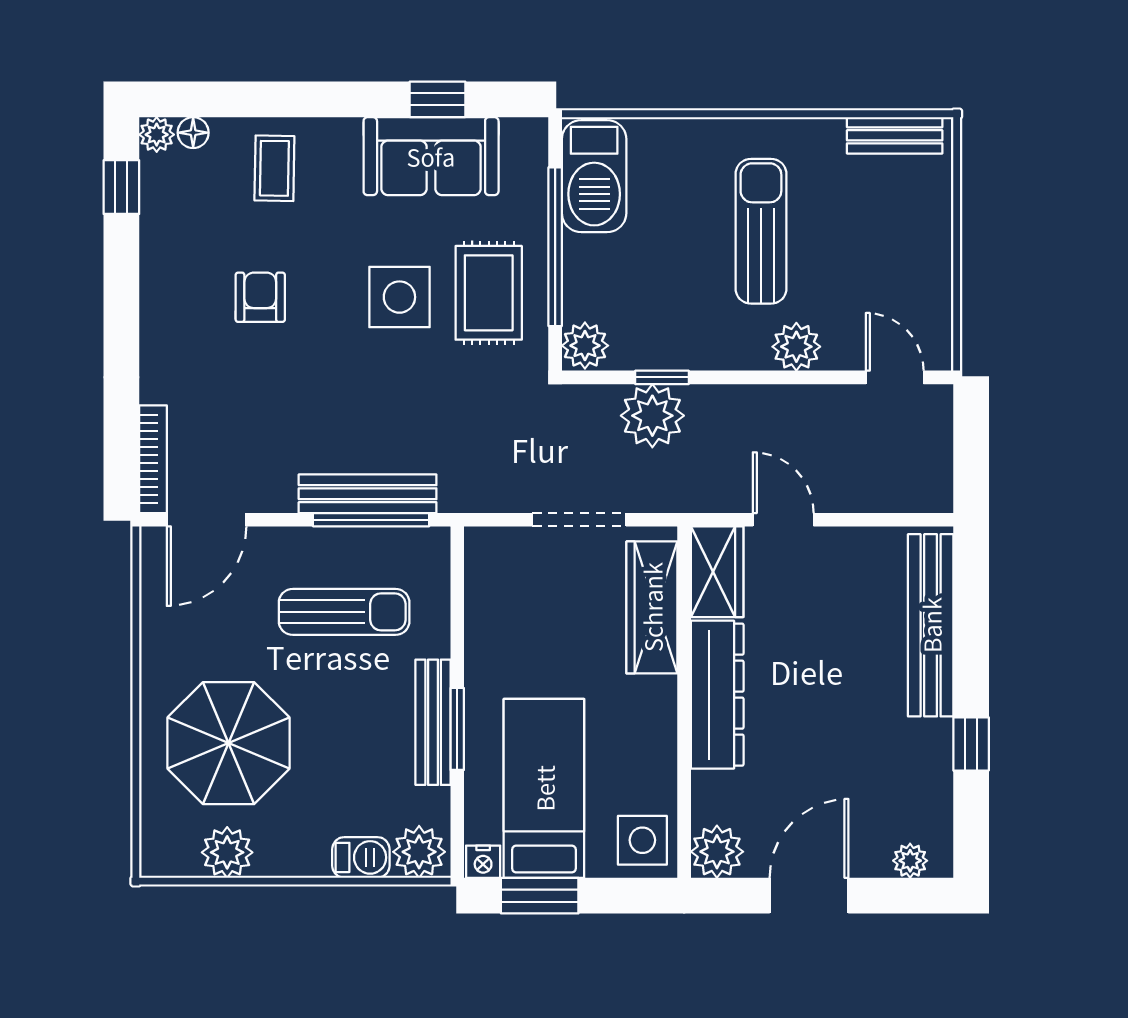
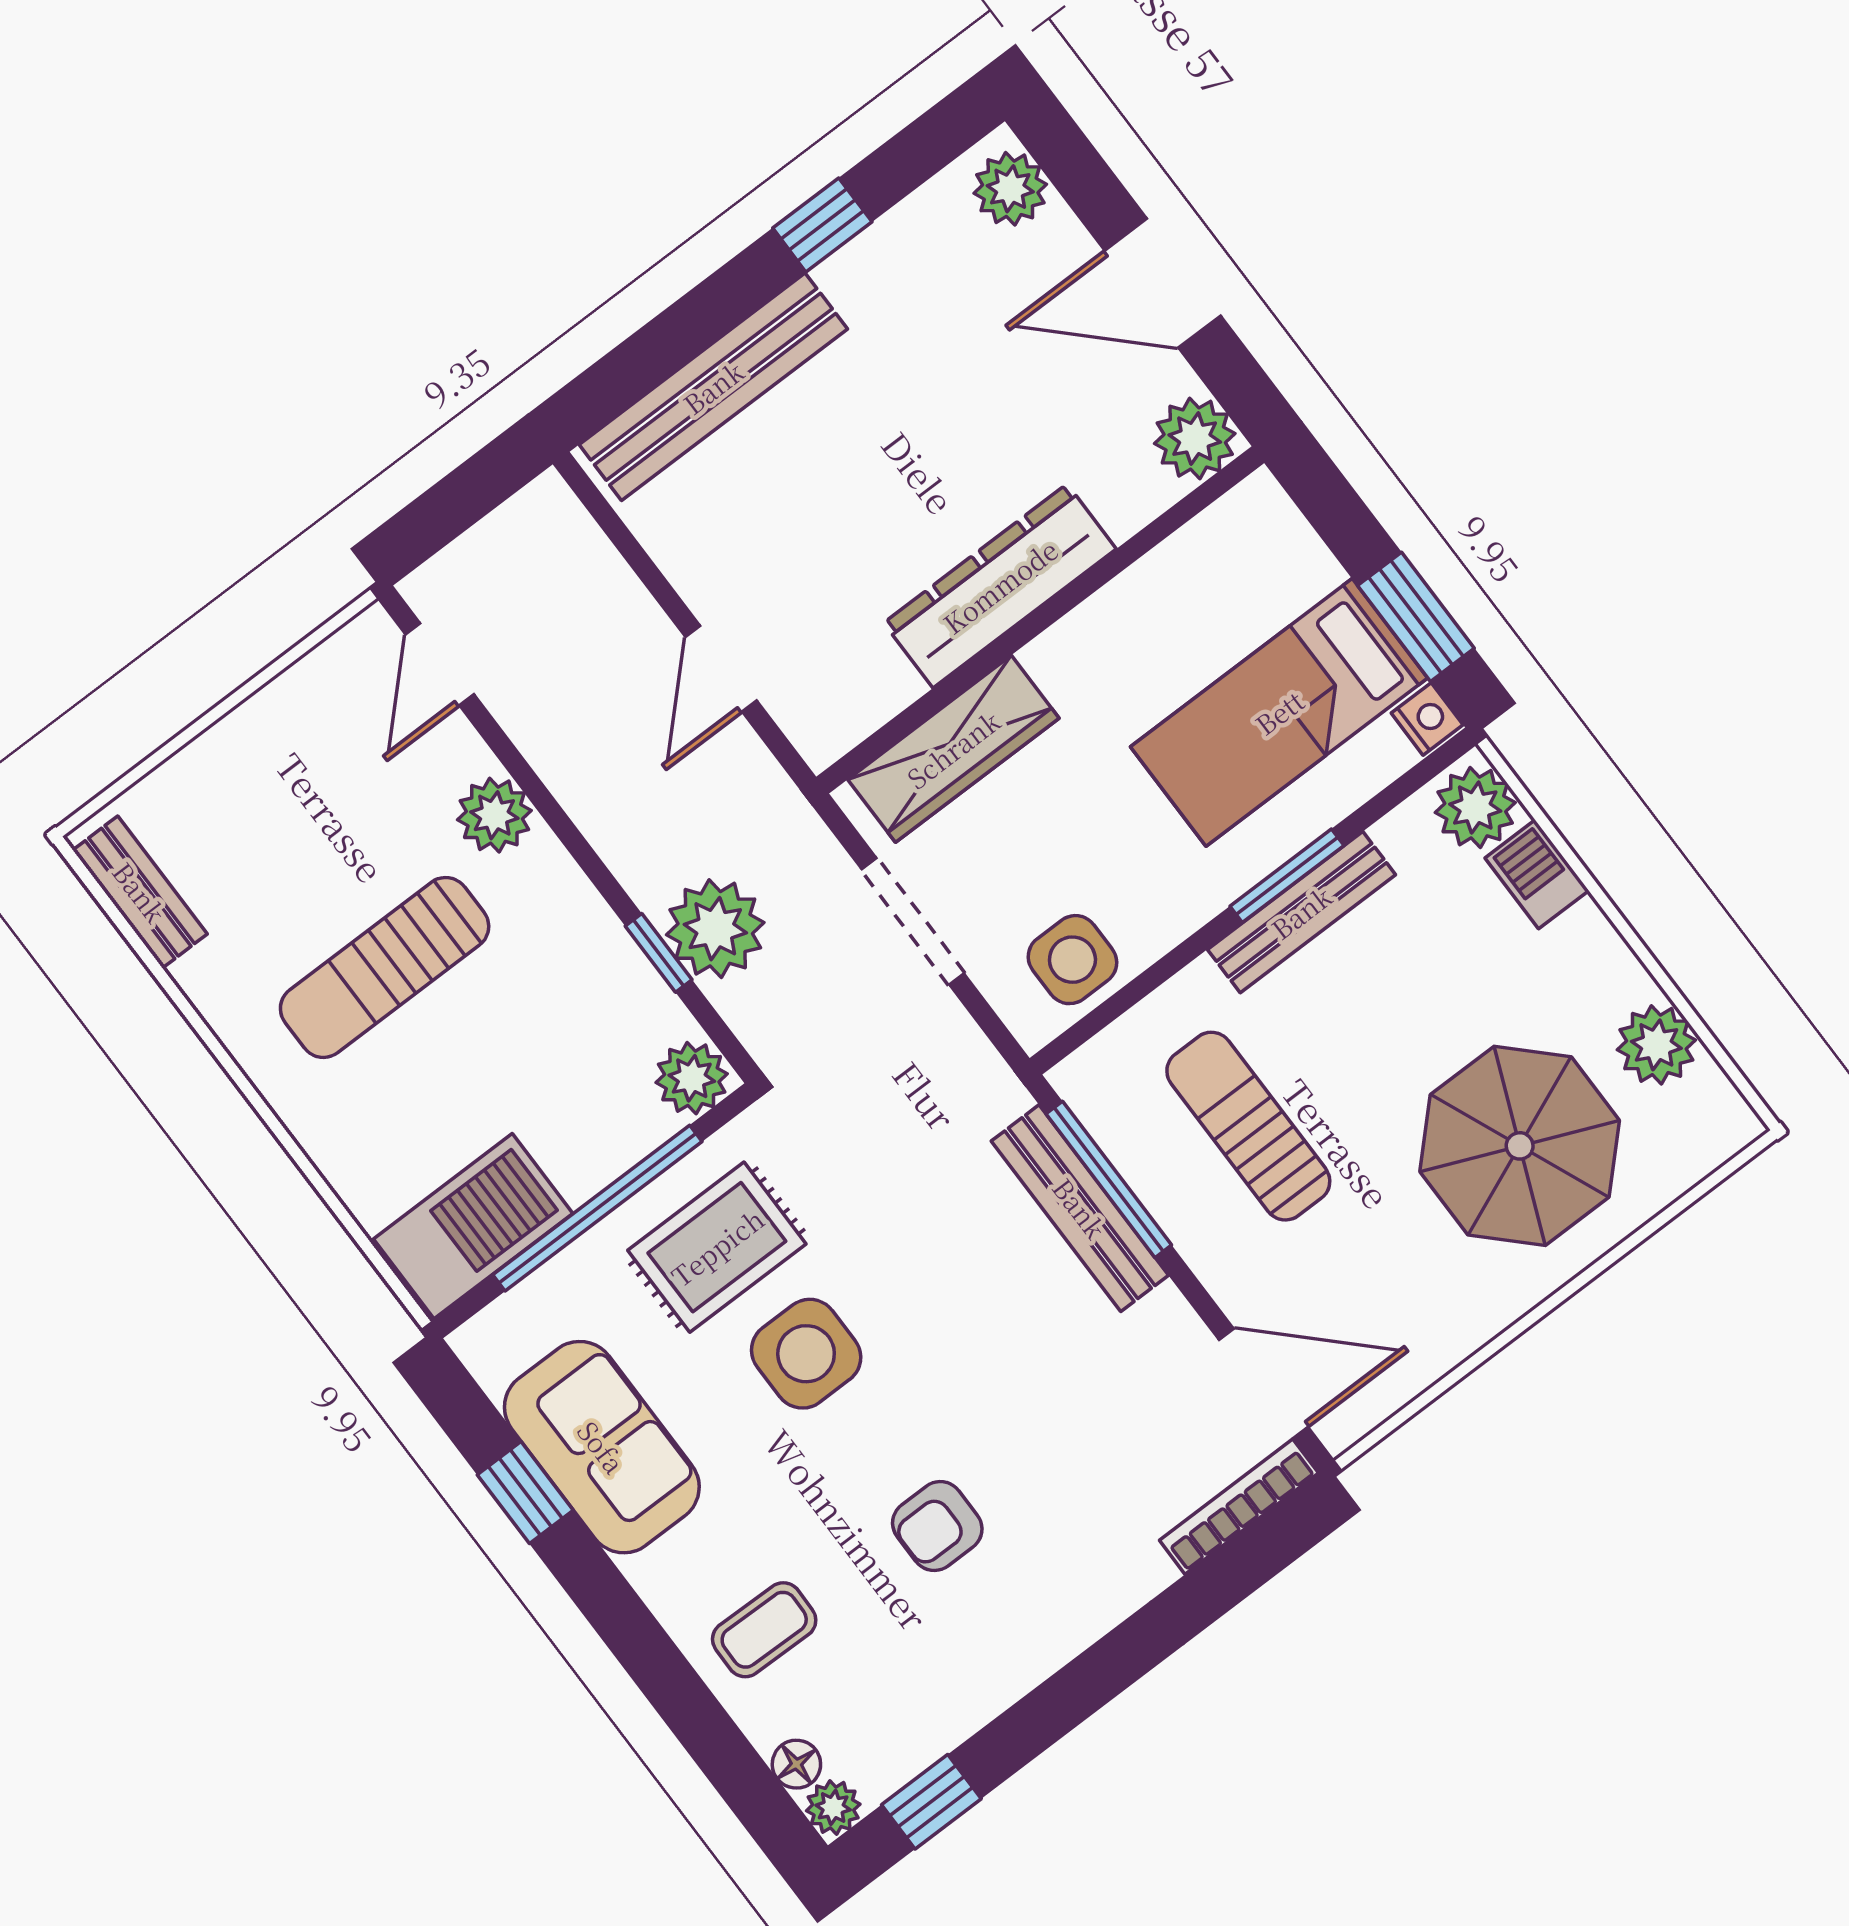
wardrobe: (717, 572) -> (848, 702), removed
side table: (642, 840) -> (1072, 960), moved
plant: (910, 861) -> (1010, 189), width x1.38, depth x1.38

